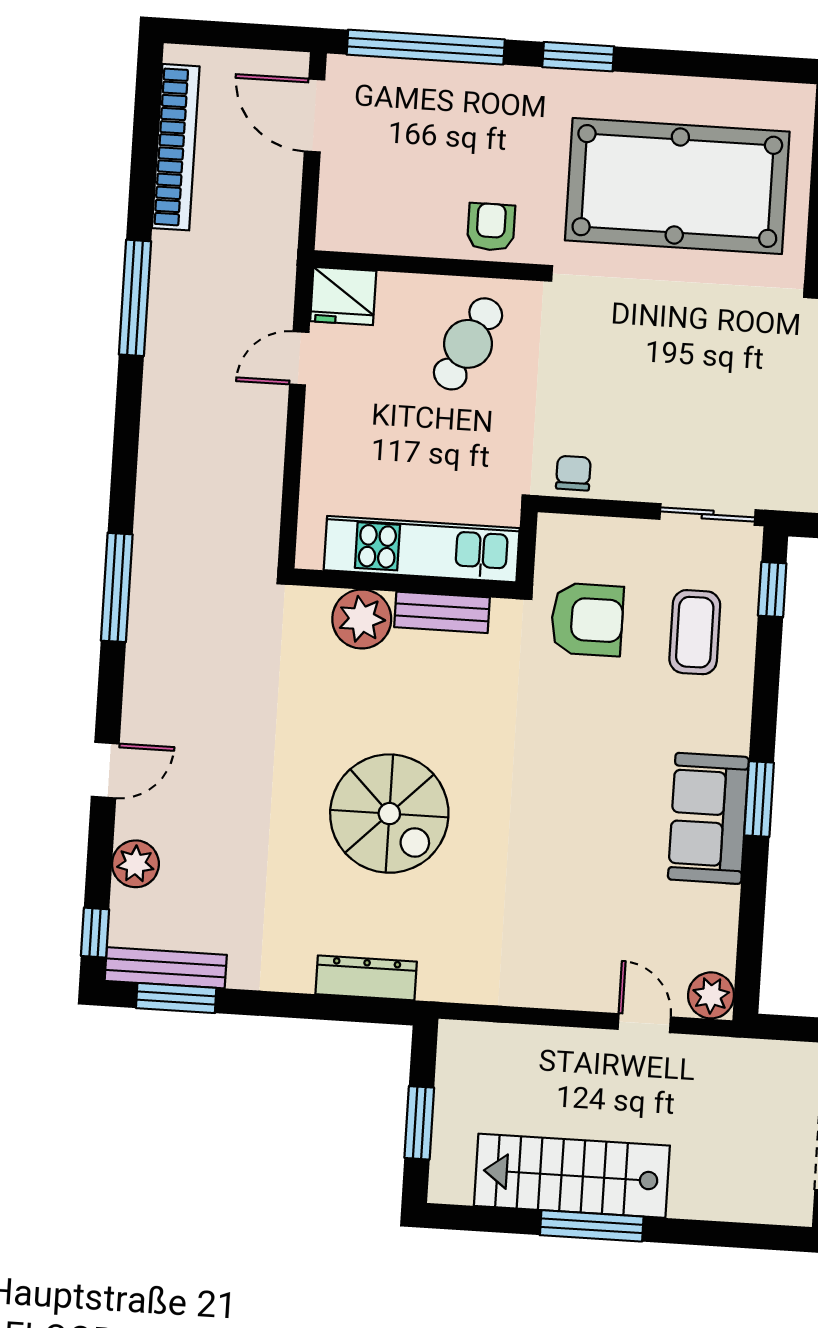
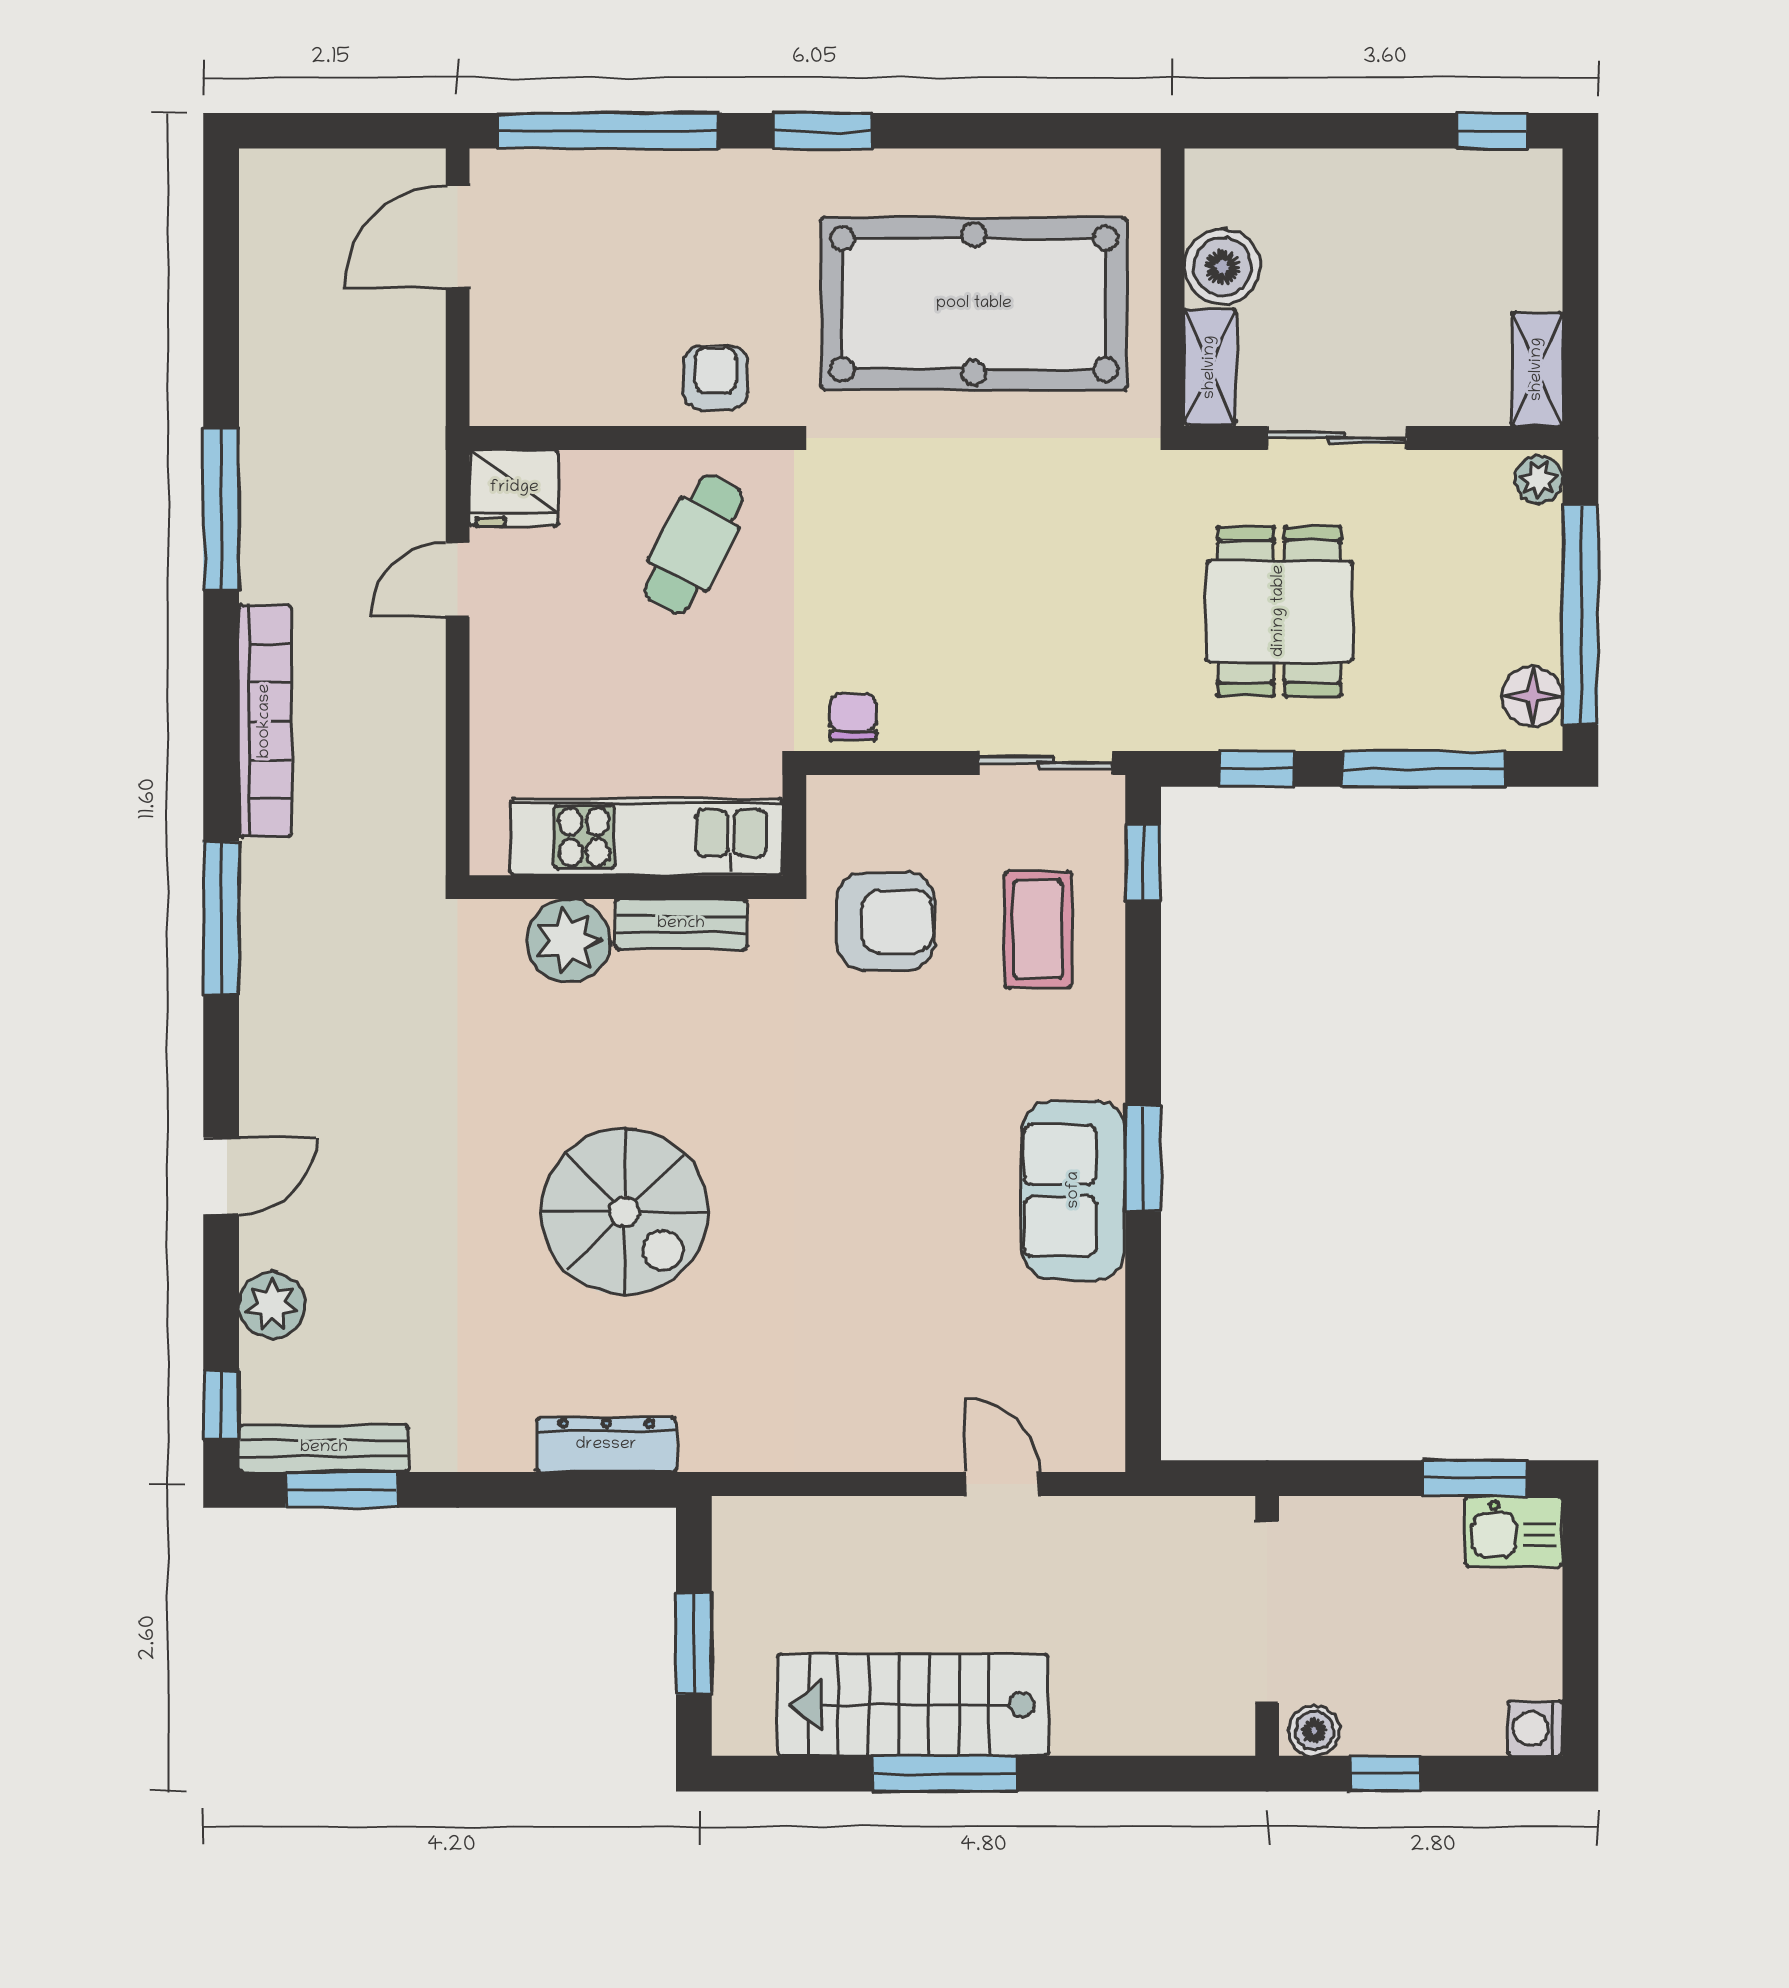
door: (315, 115) -> (458, 237), hinge flipped
bookcase: (176, 147) -> (265, 721), moved
plant: (711, 995) -> (1093, 1439), removed

